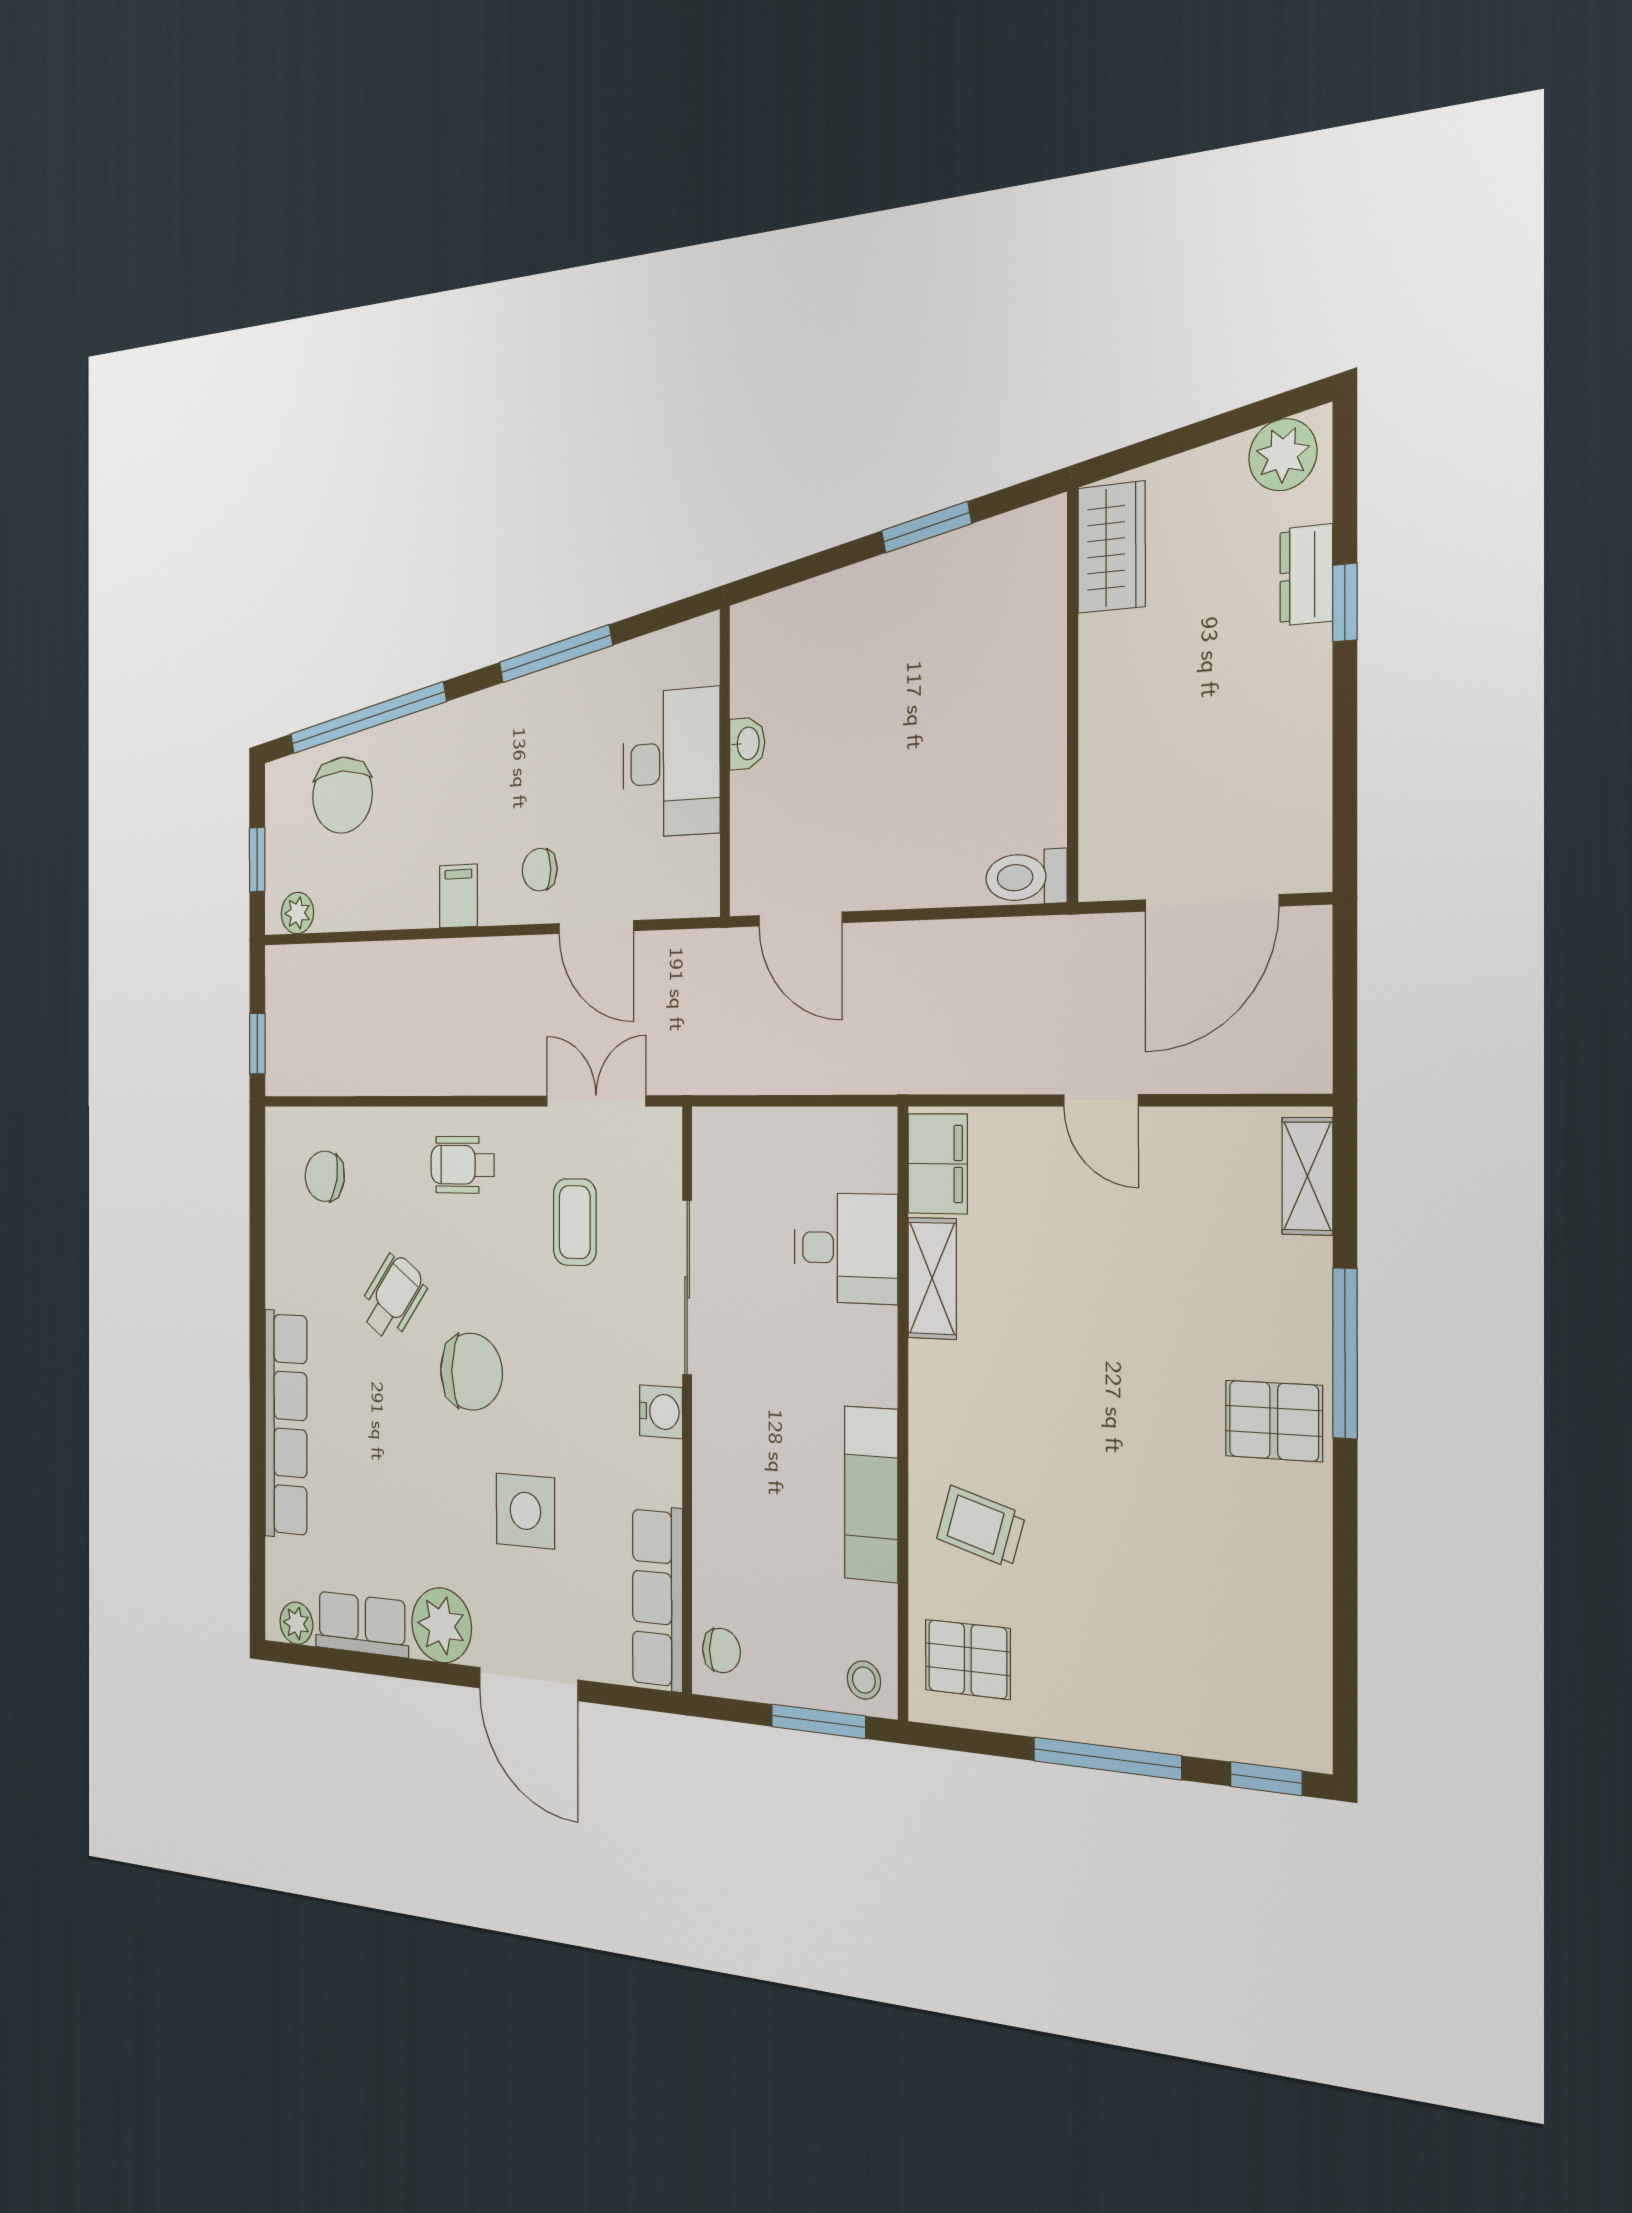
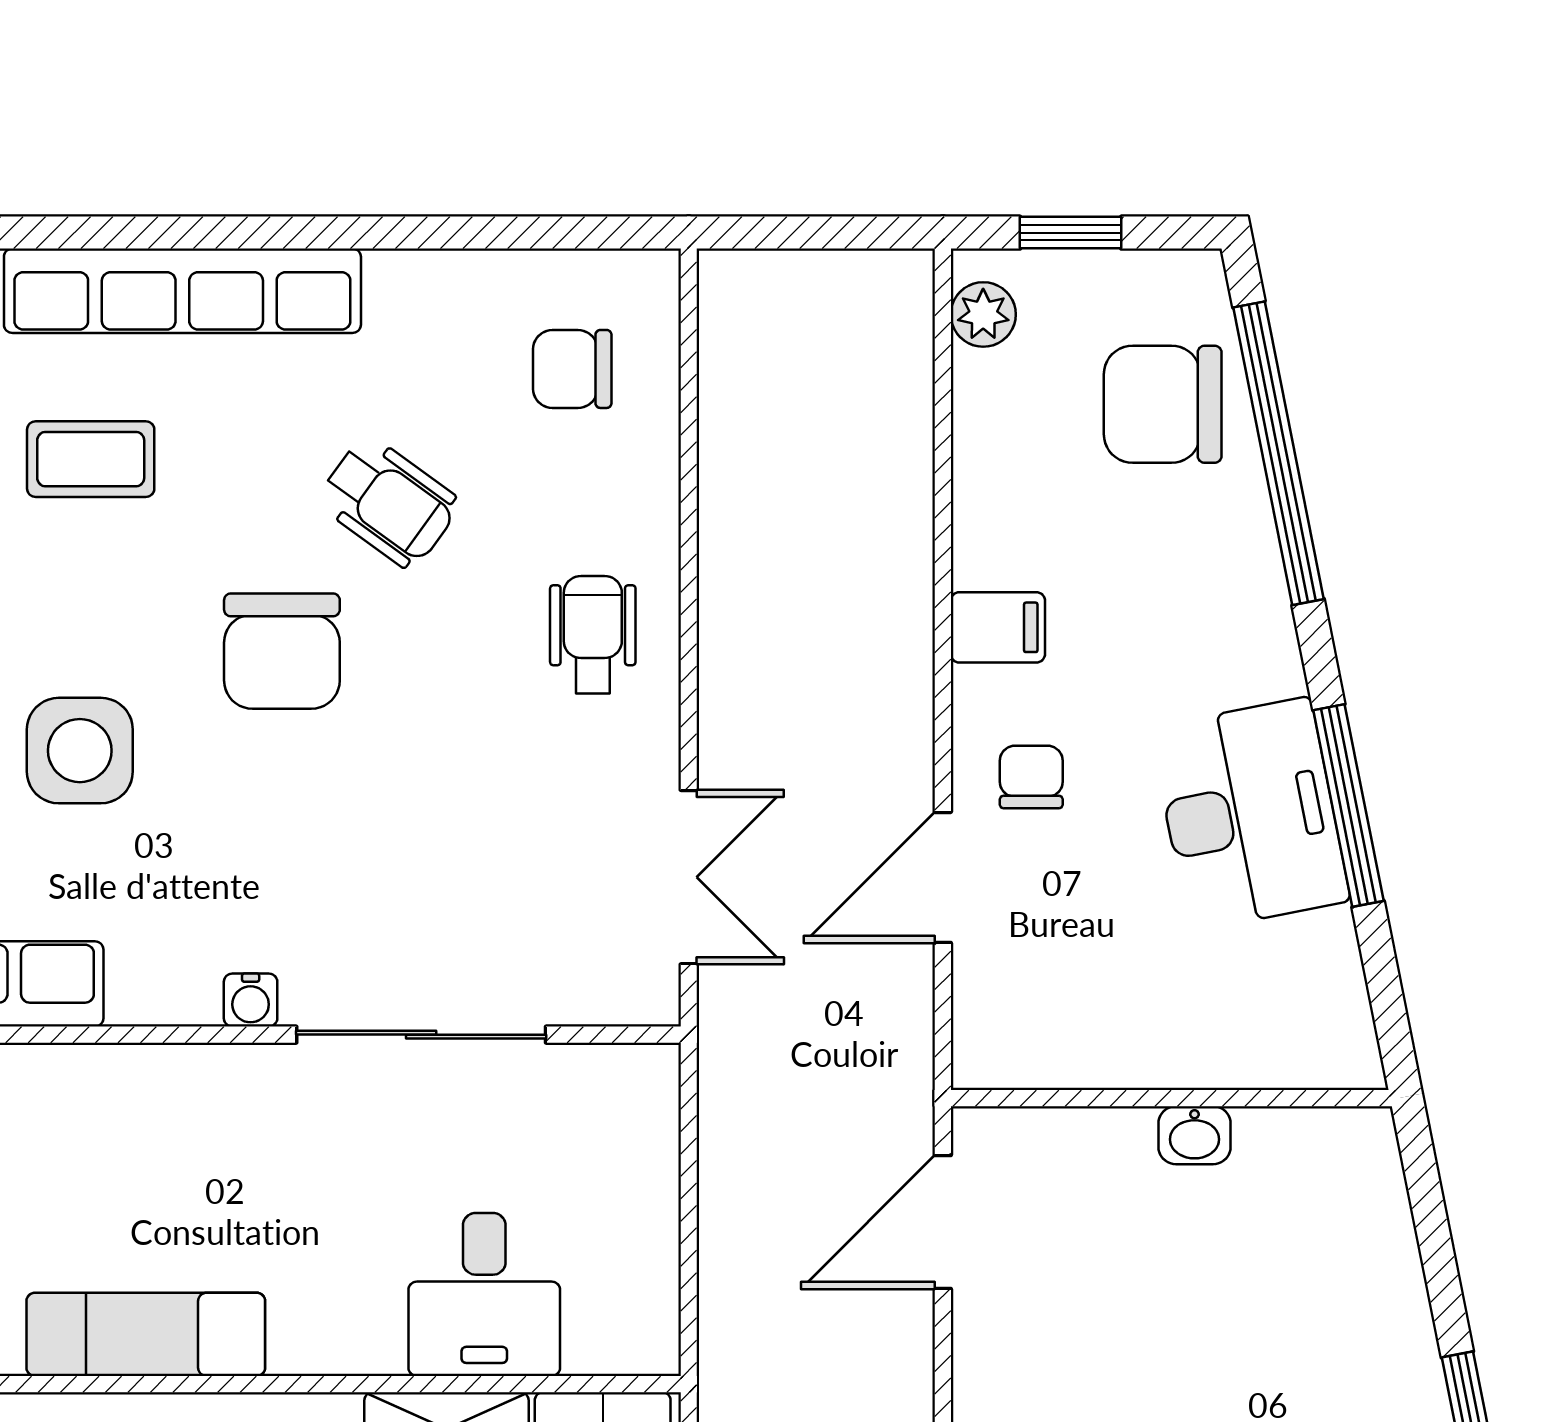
desk: (671, 763) -> (1250, 814), moved, turned -101
window: (257, 1044) -> (780, 233), removed
chair: (325, 1176) -> (572, 369), turned -100
coffee table: (575, 1222) -> (91, 459), moved
water cooler: (661, 1412) -> (251, 1000), width x0.72, depth x0.72

